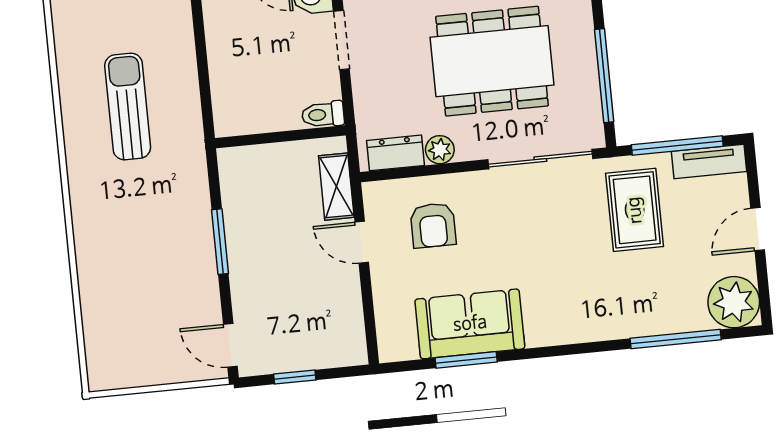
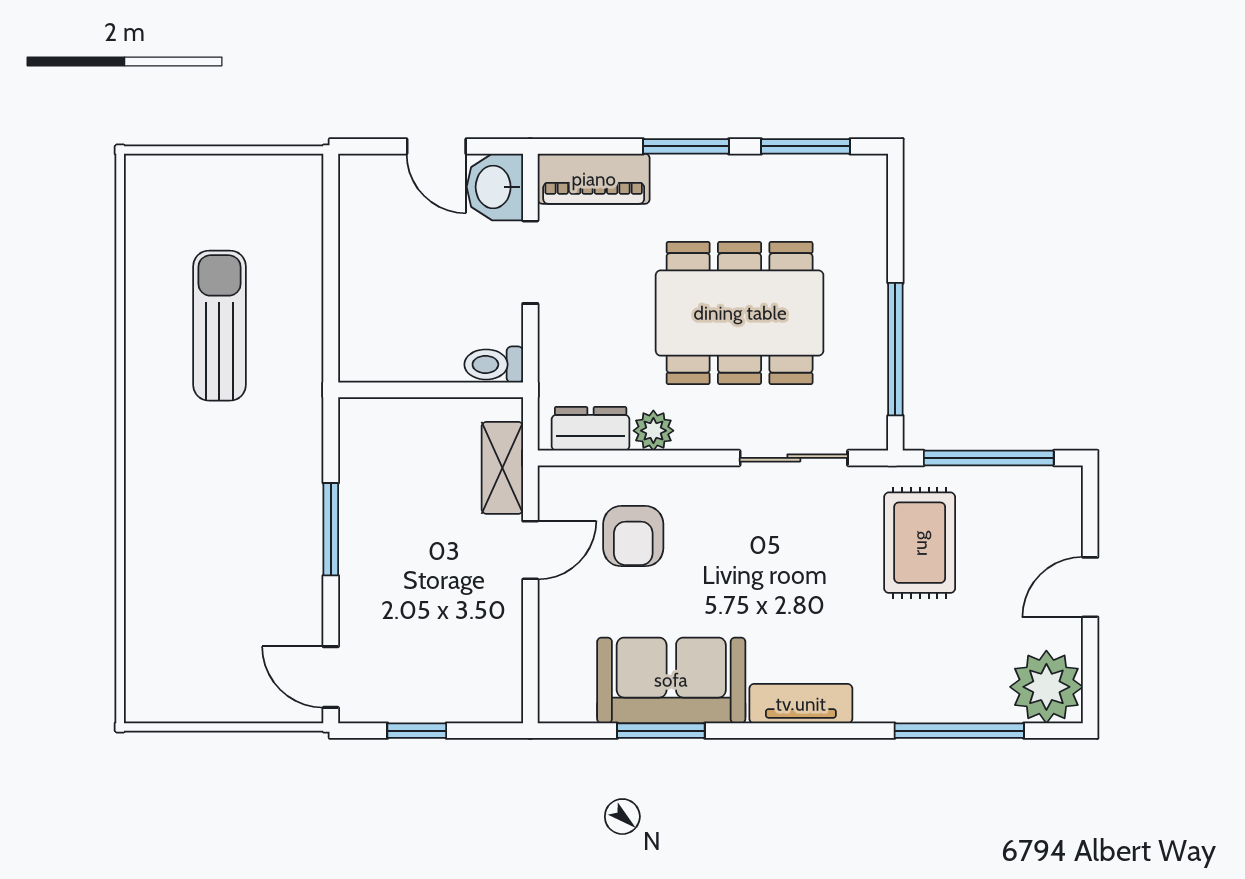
sliding door: (540, 159) -> (794, 458), width x0.73
tv unit: (709, 161) -> (801, 704), moved, turned 180
door: (362, 242) -> (530, 550), swing flipped

